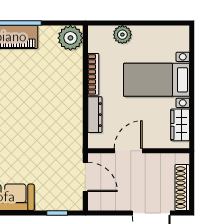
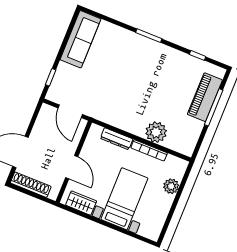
plant: (70, 38) -> (156, 132), moved
door: (128, 151) -> (72, 167), moved
door: (85, 177) -> (70, 111), hinge flipped

